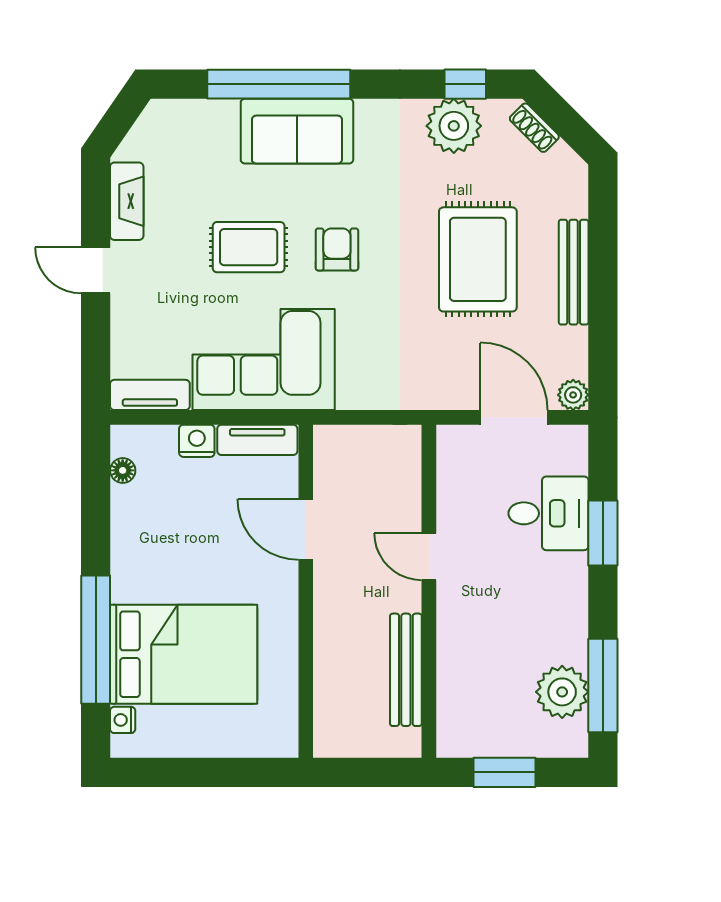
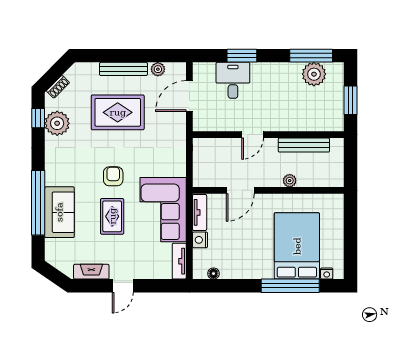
sofa: (297, 131) -> (59, 212), moved
armchair: (337, 249) -> (113, 176), turned 90
plant: (573, 395) -> (158, 69), moved
plant: (327, 638) -> (290, 181), added

